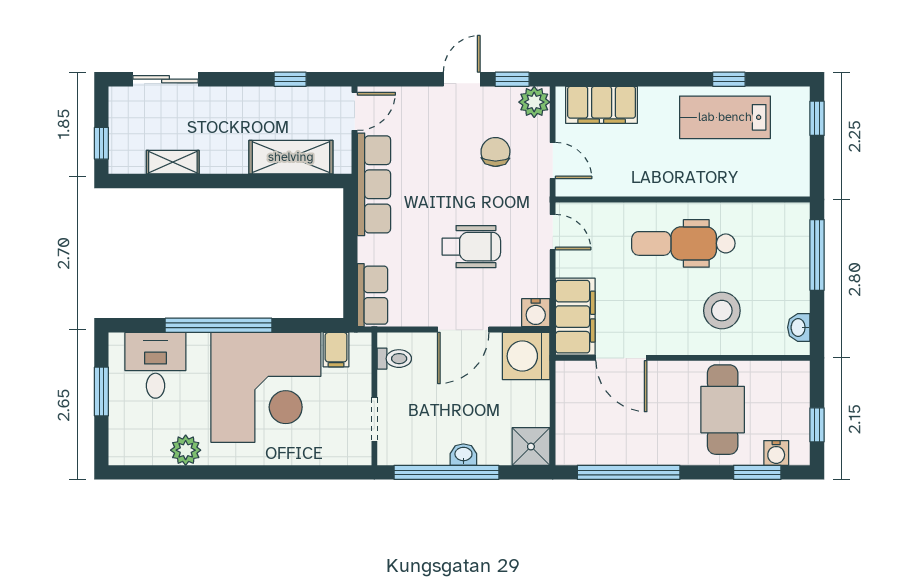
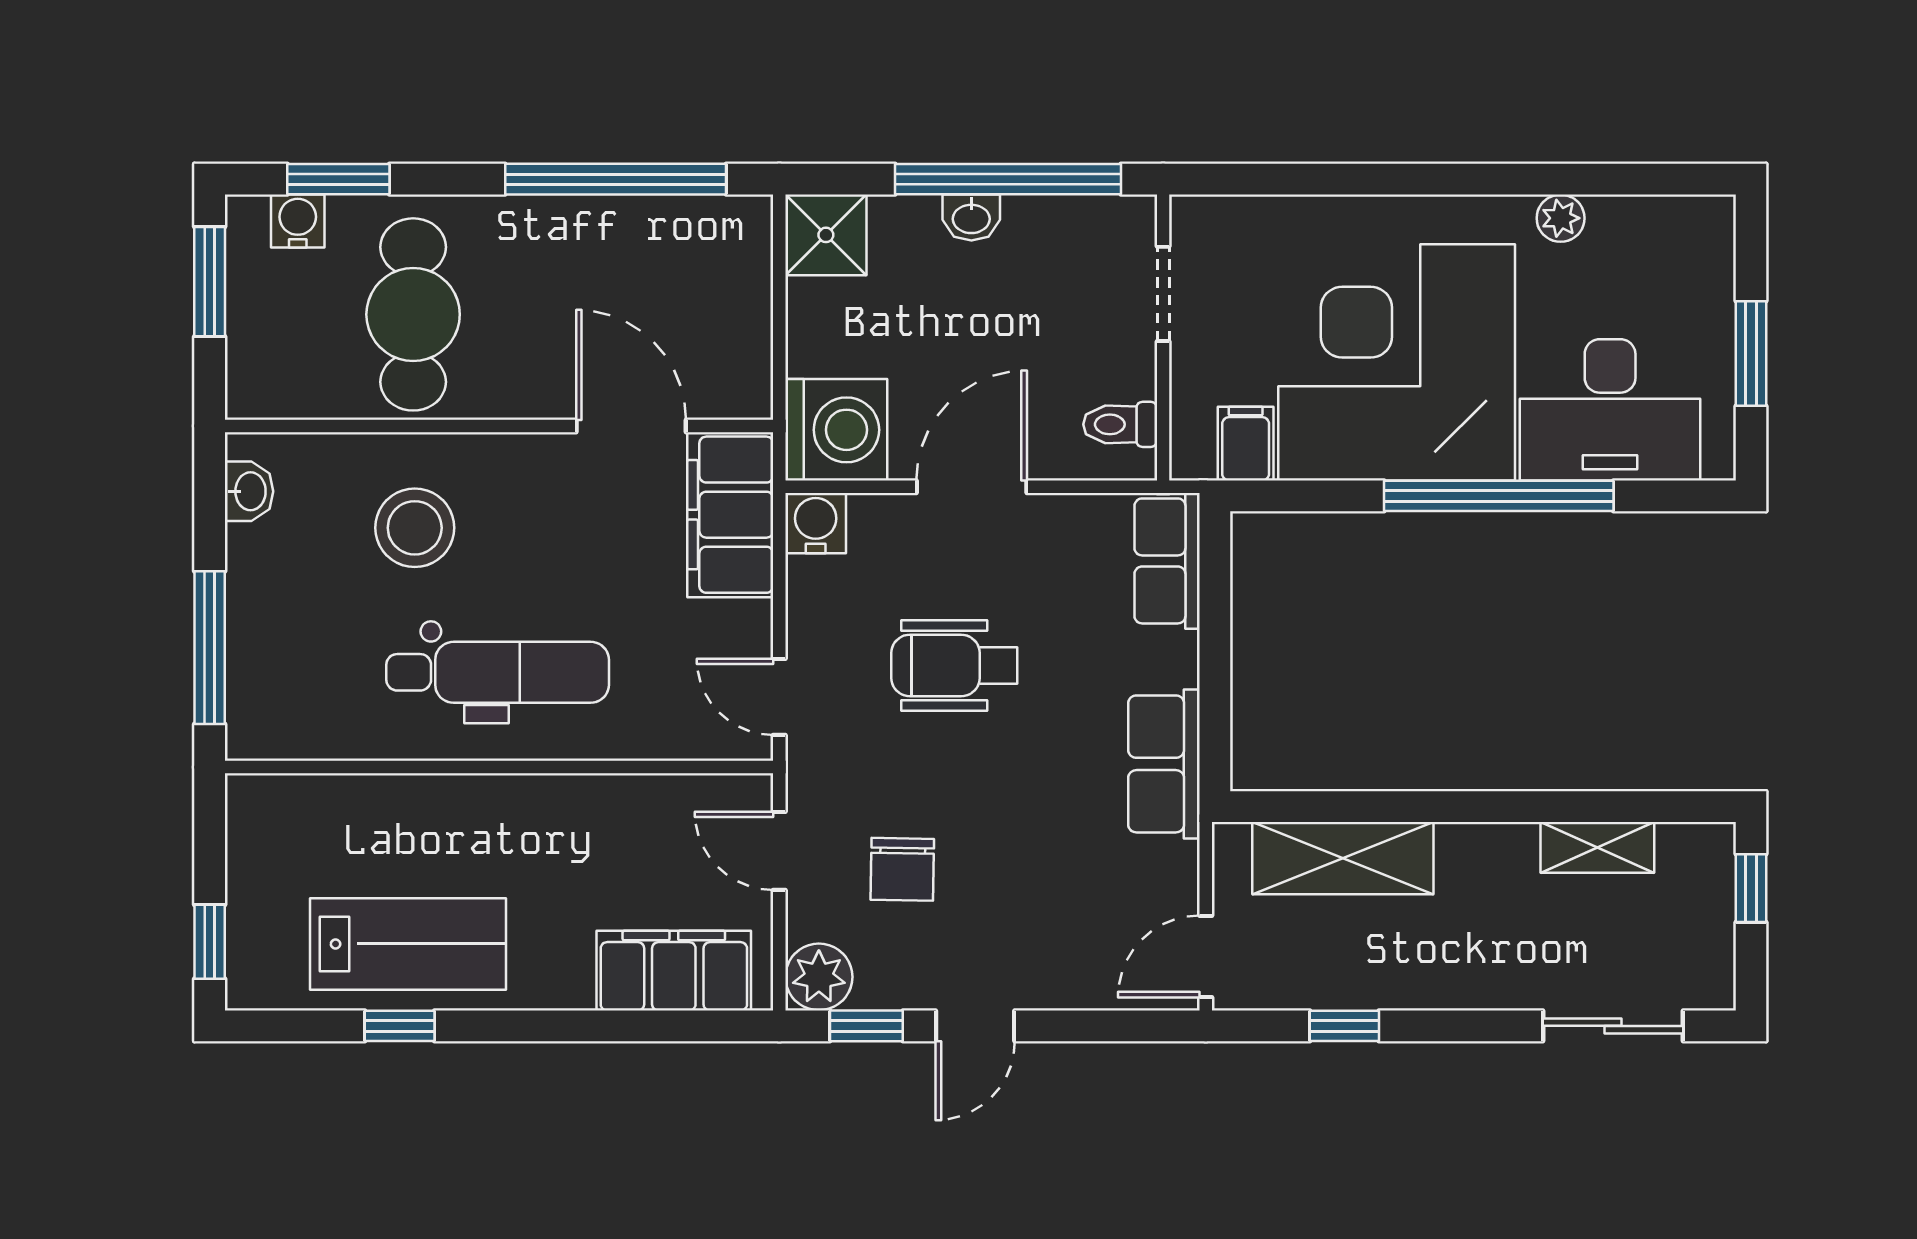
row of seats: (374, 184) -> (1164, 764), width x0.68
desk: (155, 365) -> (1610, 410), width x1.37
window: (817, 425) -> (210, 282), width x1.50
plant: (186, 450) -> (1561, 218), width x0.73, depth x0.73

